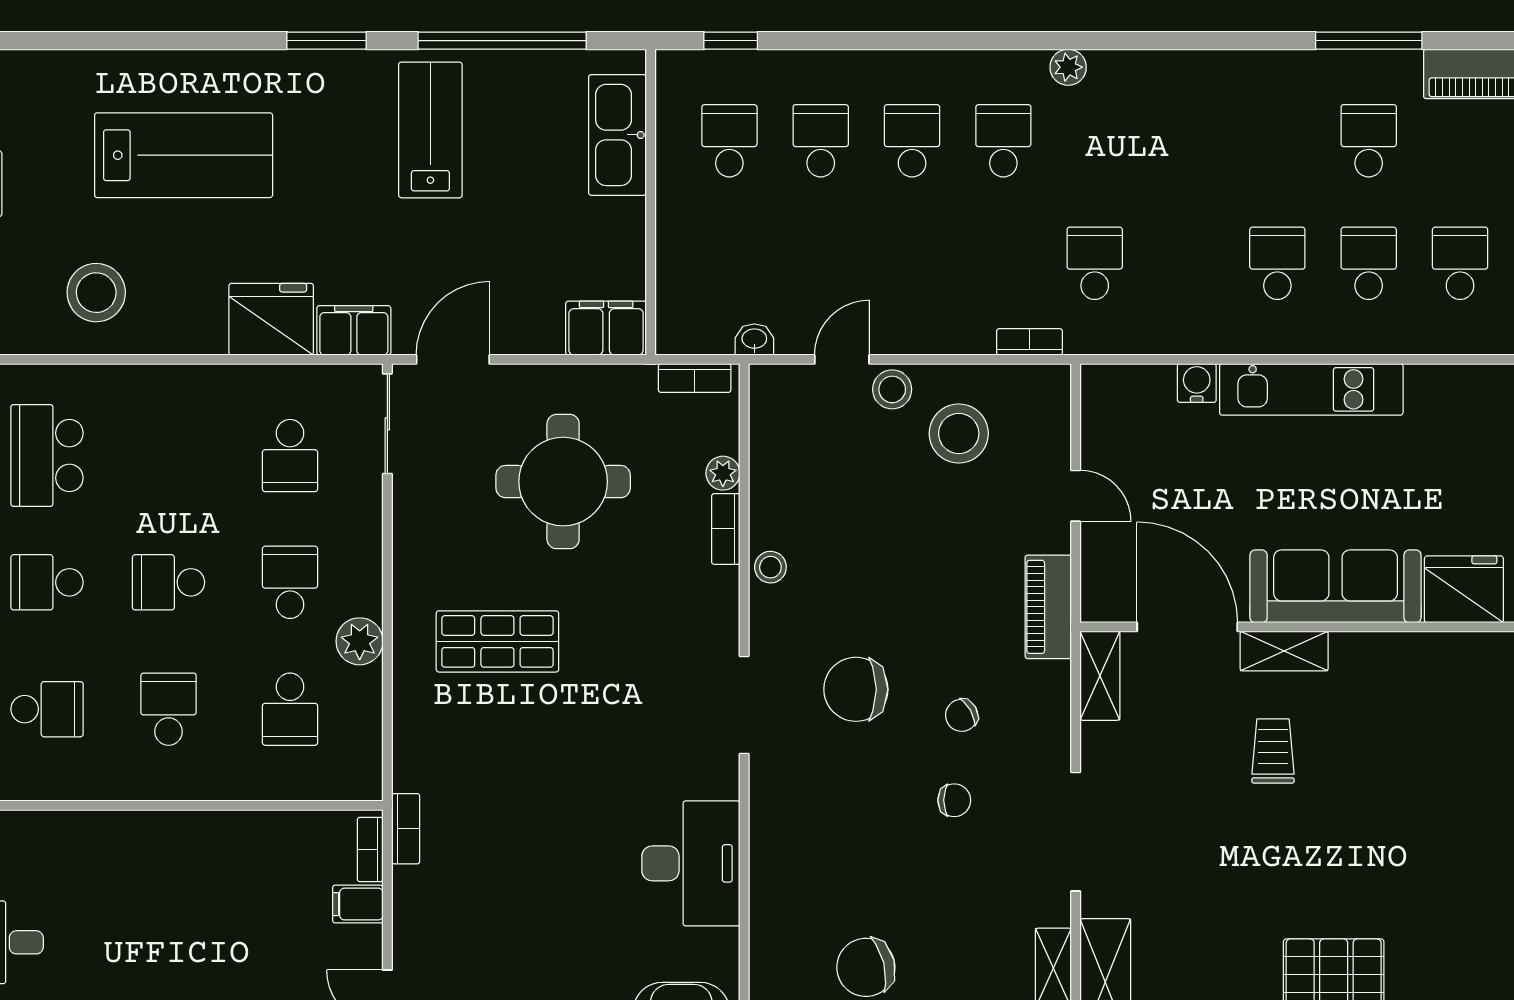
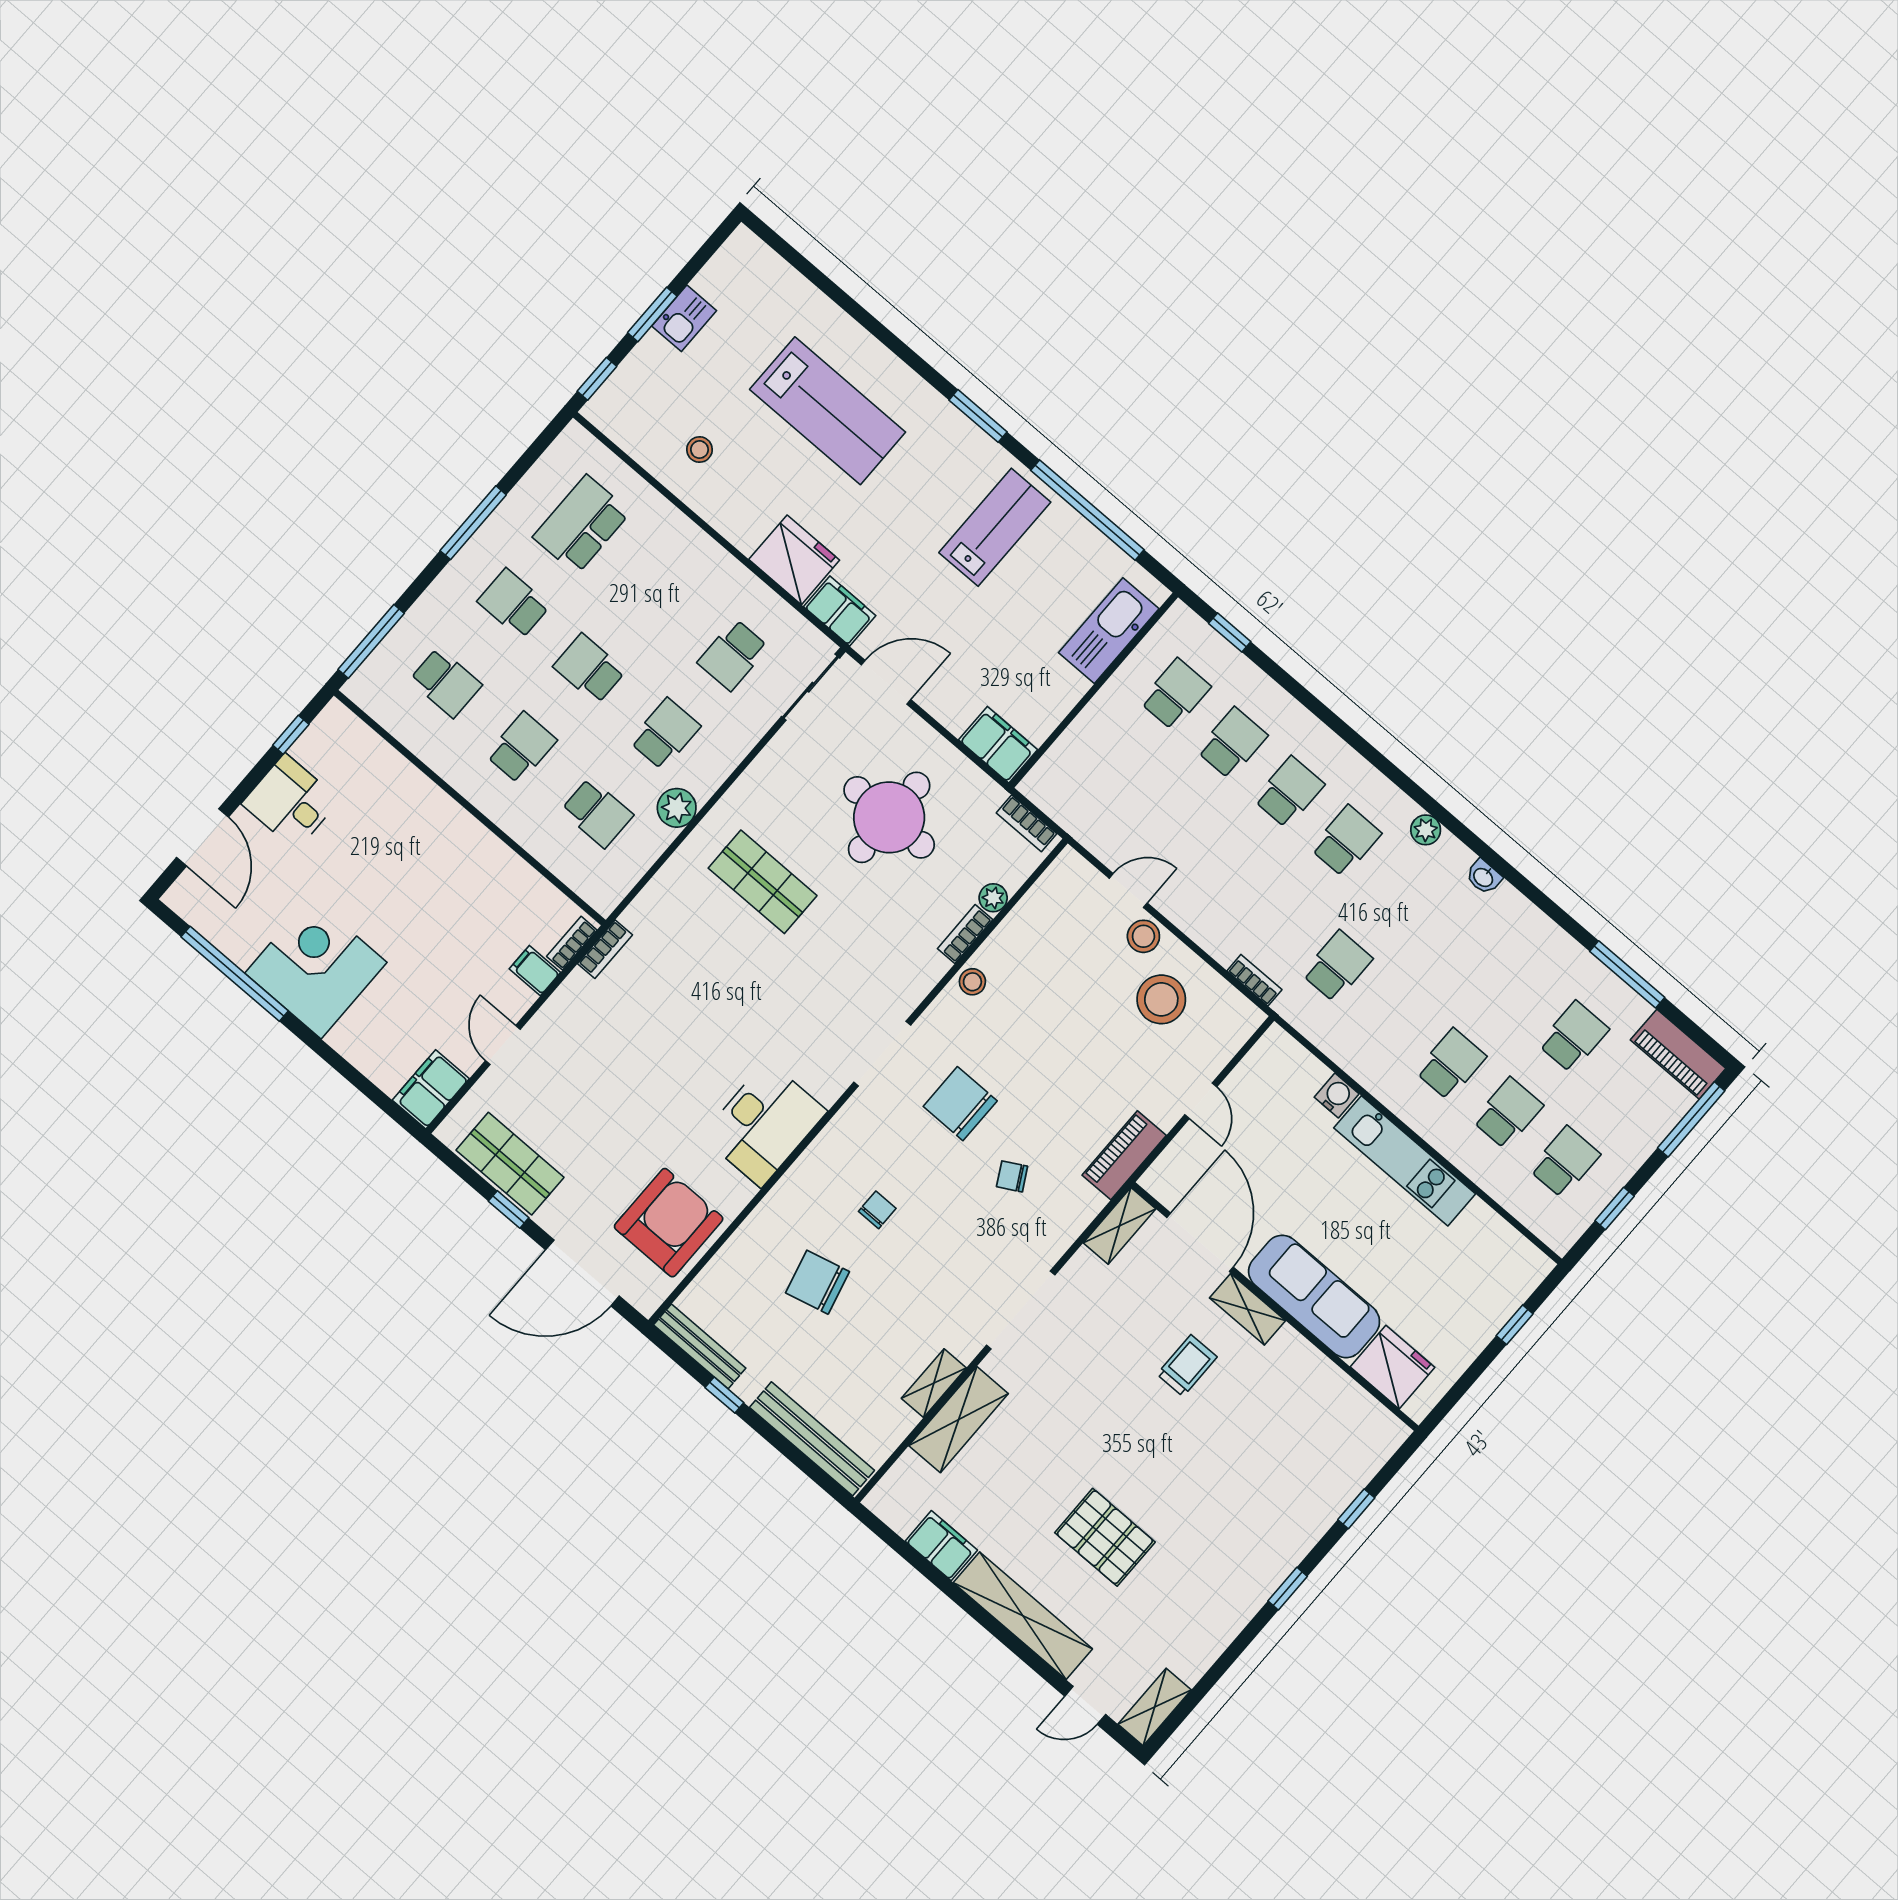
stool: (96, 293) -> (699, 450), width x0.53, depth x0.53
washbasin: (754, 340) -> (1484, 877), moved, turned 180
school desk: (290, 709) -> (597, 813), turned -90
chair: (954, 800) -> (877, 1210), moved, turned -90

